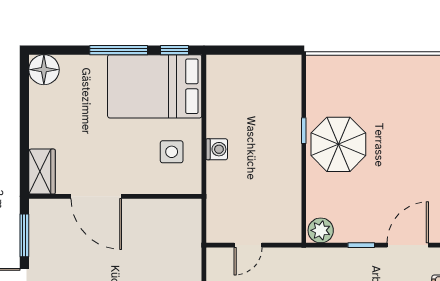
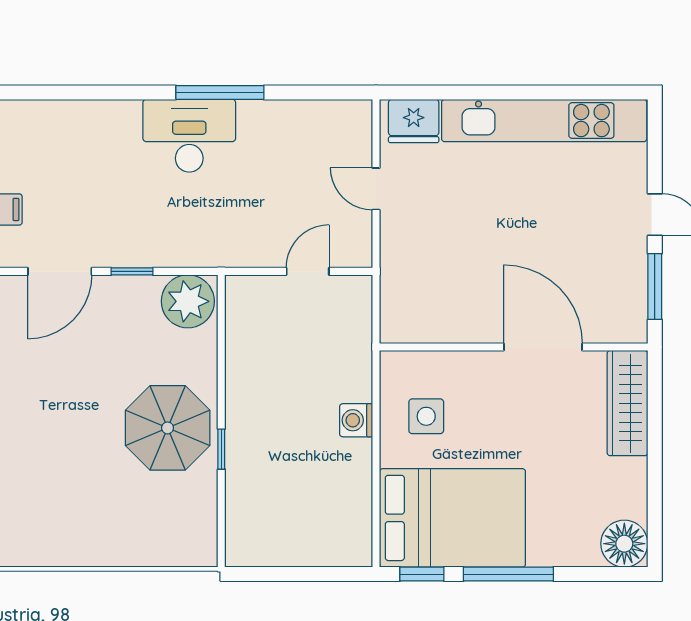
wardrobe: (42, 172) -> (627, 403), width x1.50
plant: (321, 230) -> (188, 301), width x1.36, depth x1.36

